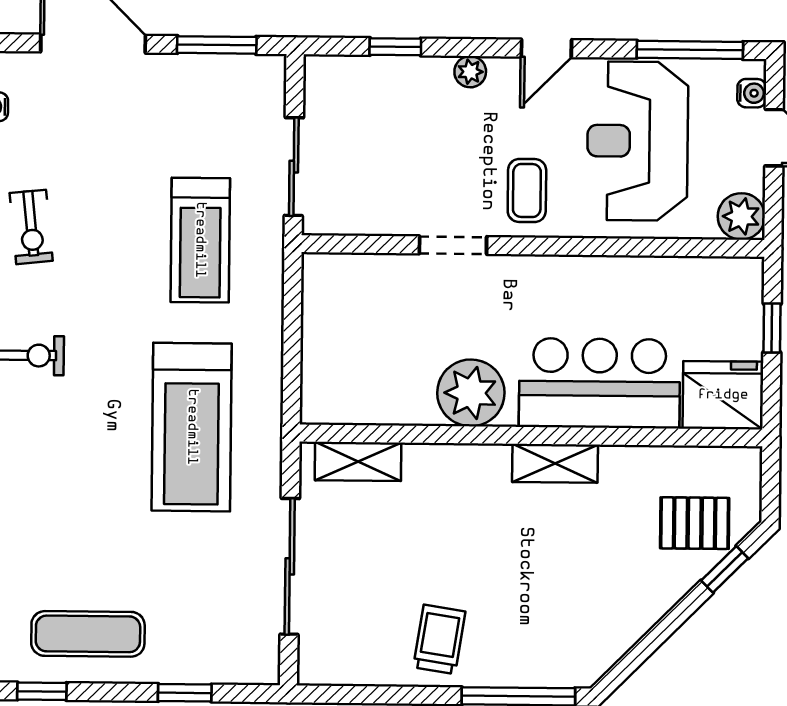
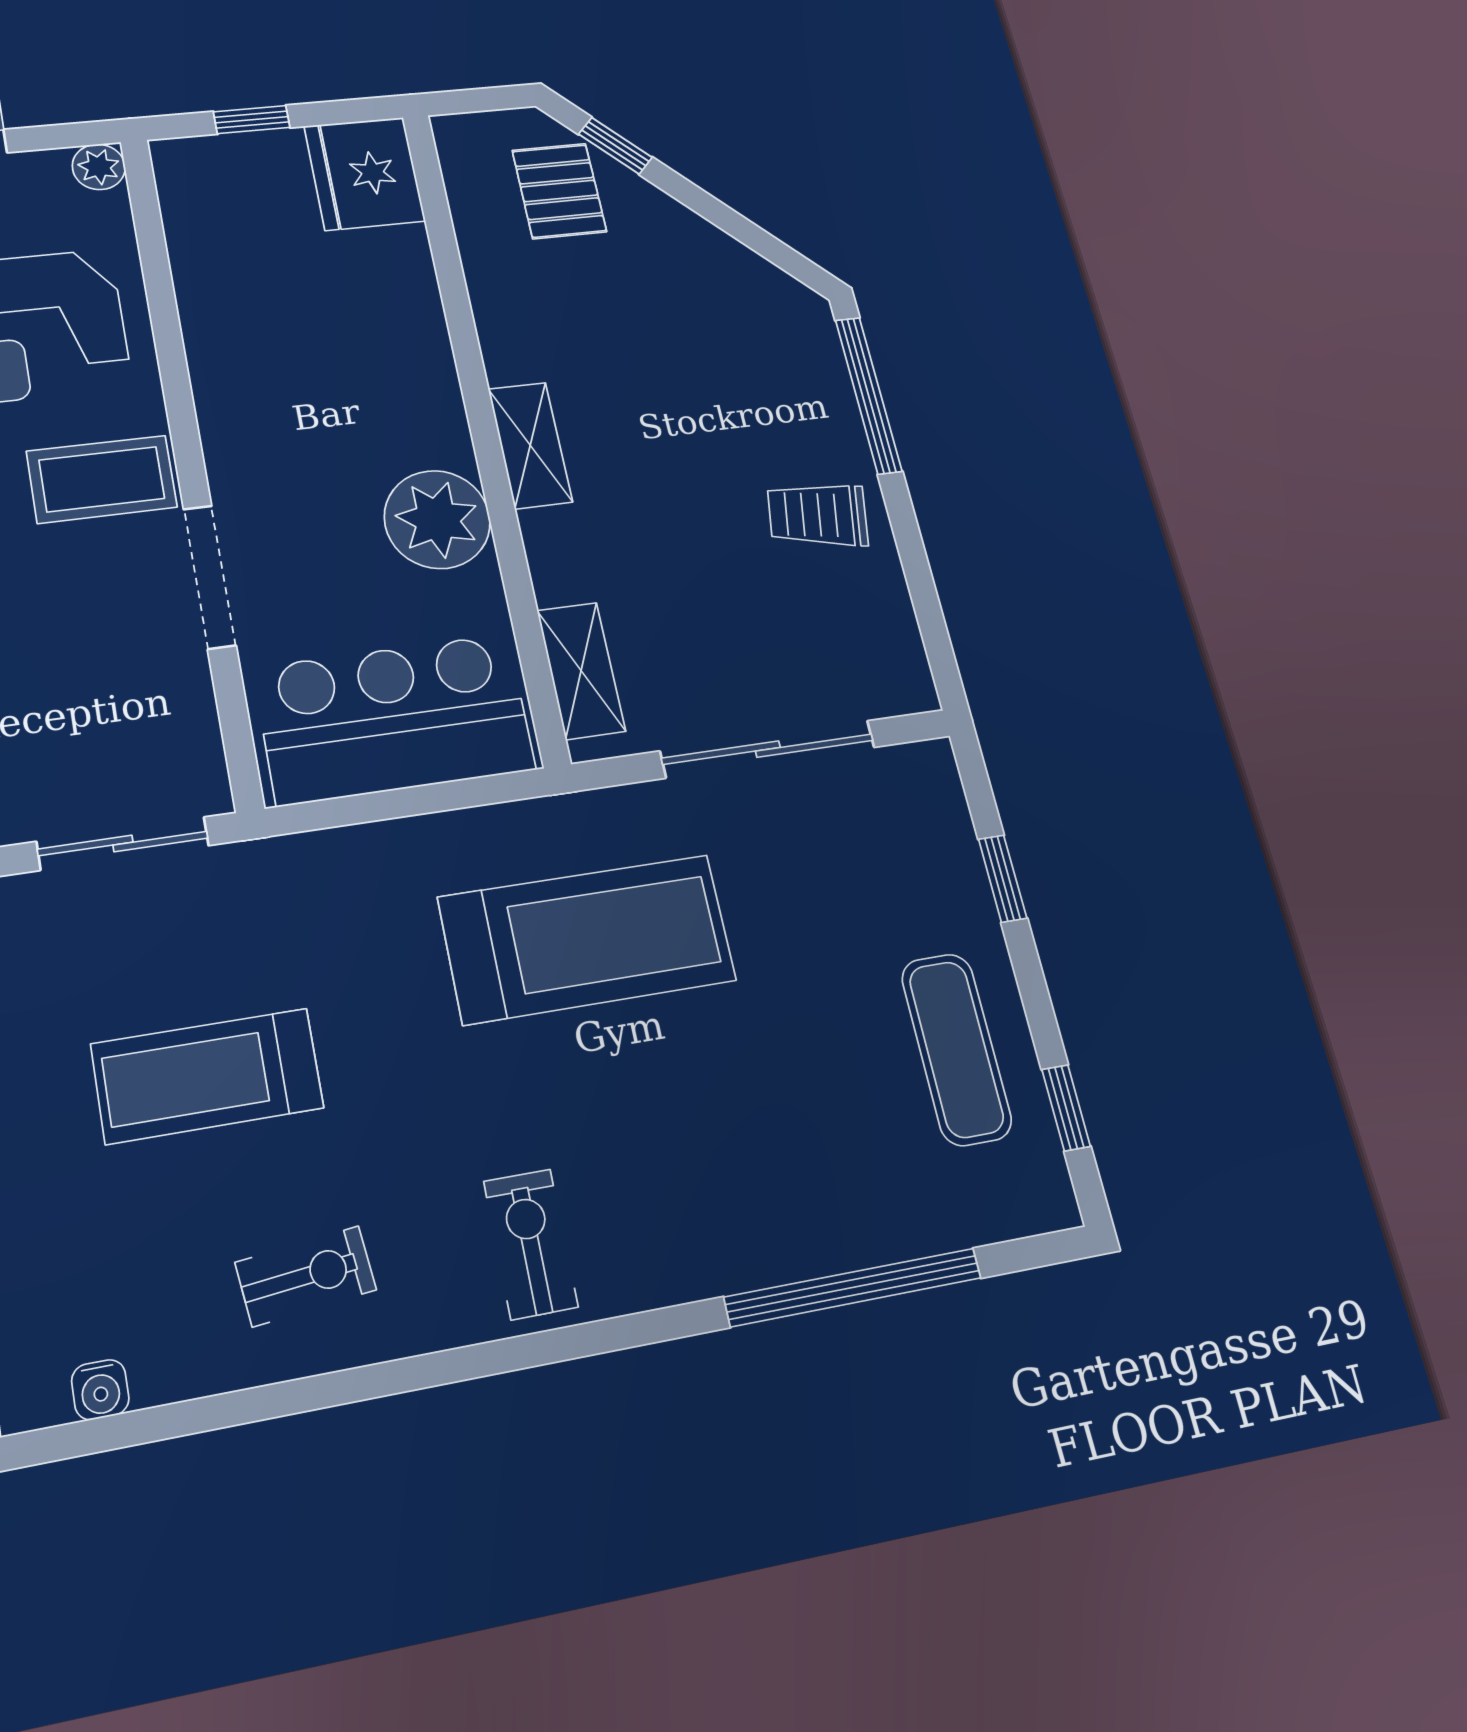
coffee table: (527, 191) -> (102, 479), width x1.36, depth x1.30
plant: (741, 216) -> (99, 167), width x0.73, depth x0.73
treadmill: (200, 240) -> (207, 1076), moved, turned 180
doorway: (453, 245) -> (210, 577), width x1.38
bar counter: (599, 383) -> (394, 719), moved, turned 90
shelving: (555, 463) -> (530, 445), moved

